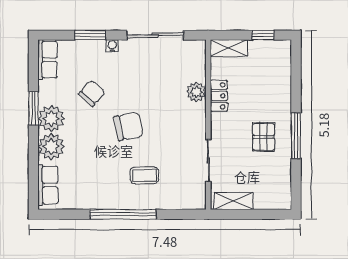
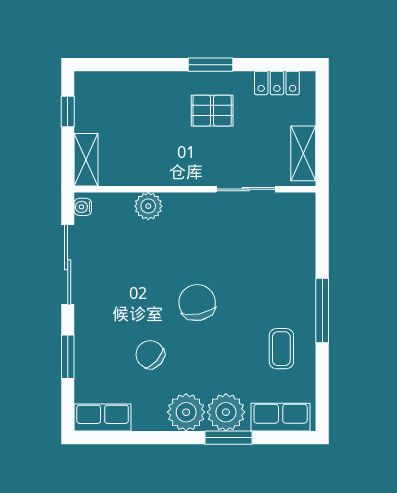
water cooler: (112, 46) -> (83, 207), moved
locker: (219, 96) -> (277, 83), moved, turned 180
window: (33, 108) -> (228, 438), moved
window: (296, 136) -> (211, 65), width x0.69
coffee table: (144, 175) -> (281, 349), moved
window: (123, 214) -> (322, 310), width x0.68

